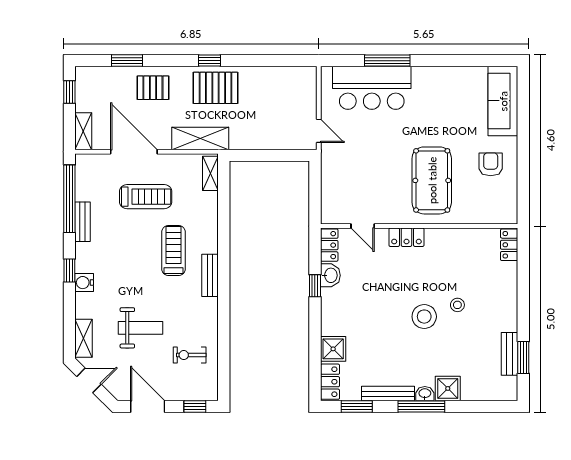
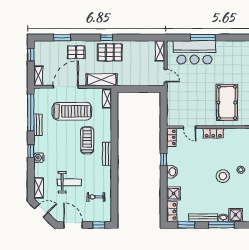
shelving: (308, 85) -> (160, 51), added
door: (134, 152) -> (66, 87), hinge flipped
treadmill: (146, 197) -> (72, 111), width x1.37, depth x1.38
washbasin: (330, 275) -> (172, 172), moved

